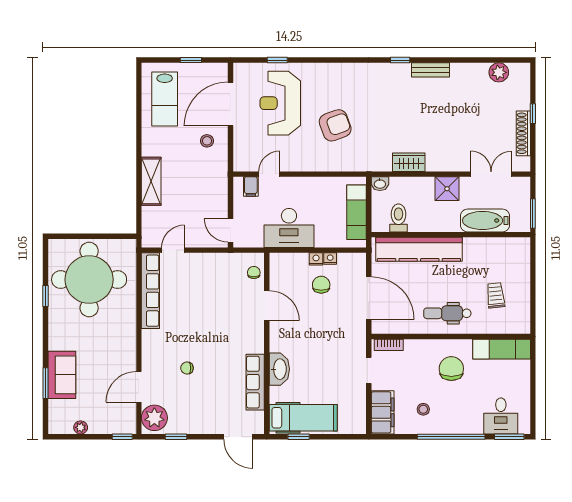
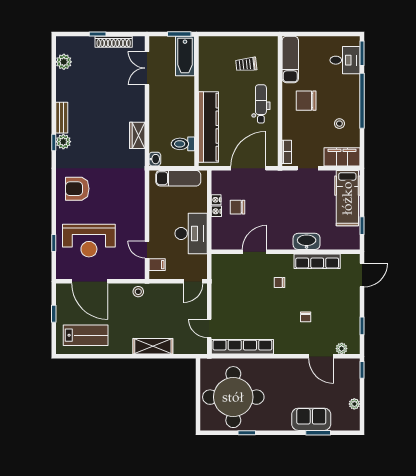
plant: (401, 72) -> (63, 142), added
armchair: (335, 125) -> (77, 189), moved, turned -70
stool: (207, 141) -> (138, 292), moved
shower: (447, 189) -> (159, 104), removed
bathtub: (485, 220) -> (185, 56), moved
chair: (254, 273) -> (279, 282), moved
dental chair: (447, 313) -> (261, 104), turned 180
plant: (154, 418) -> (342, 349), width x0.53, depth x0.53
hospital bed: (303, 418) -> (347, 198), moved, turned 180

